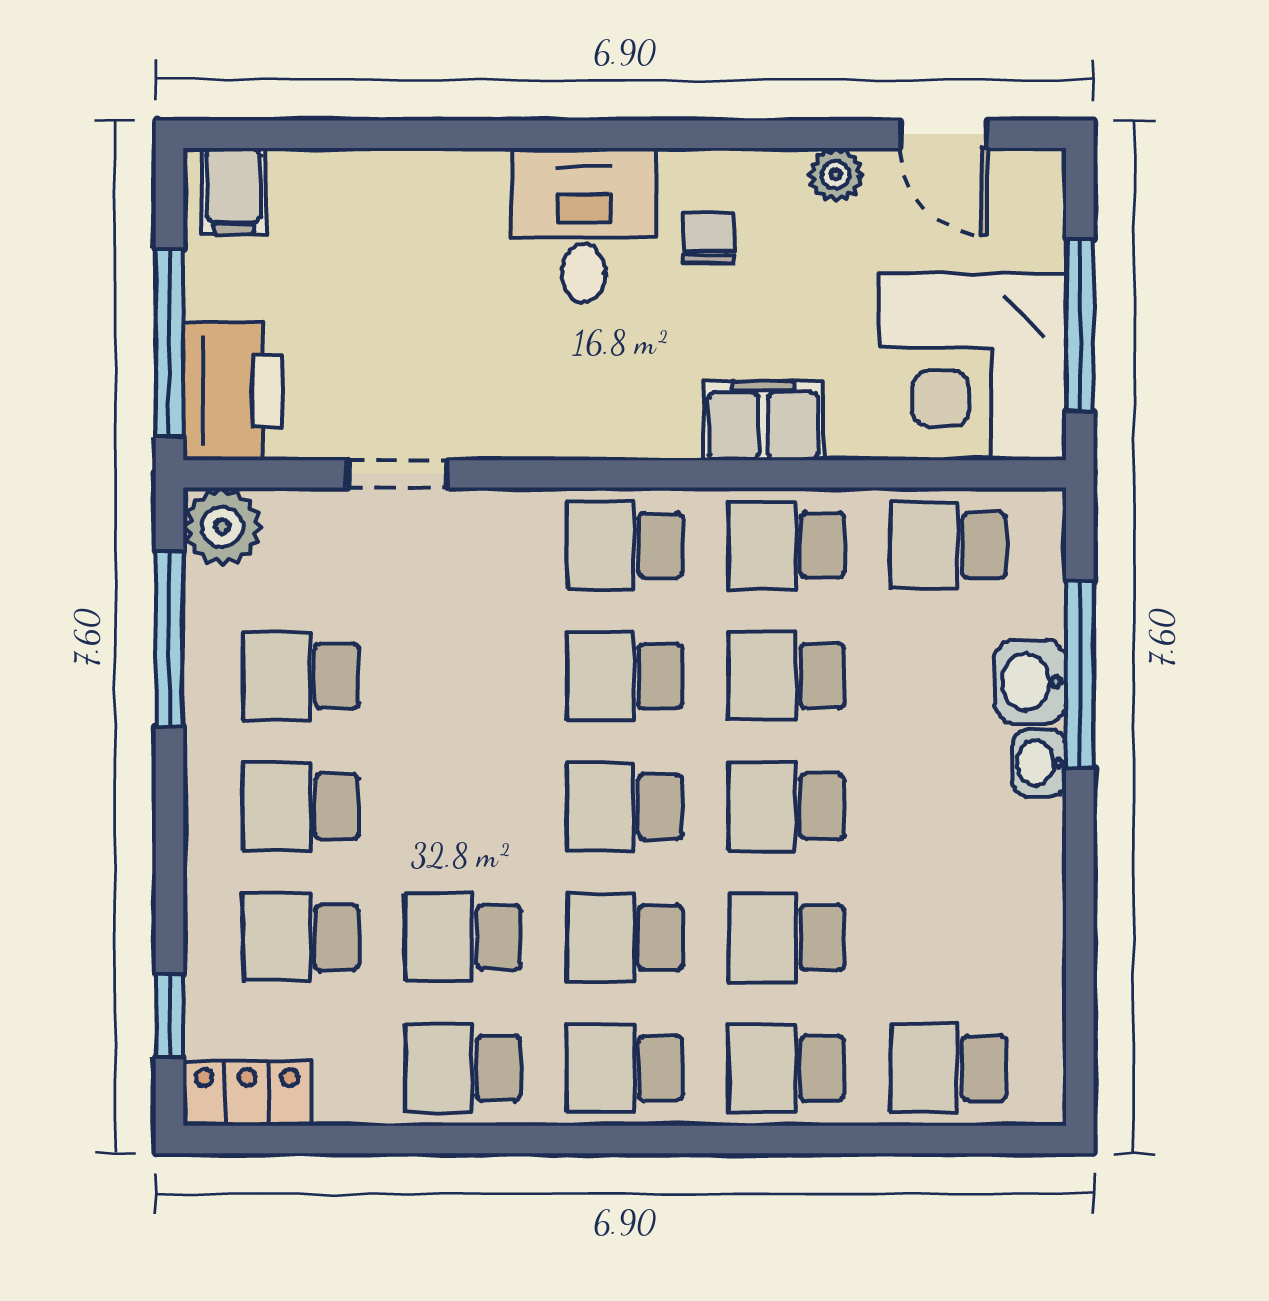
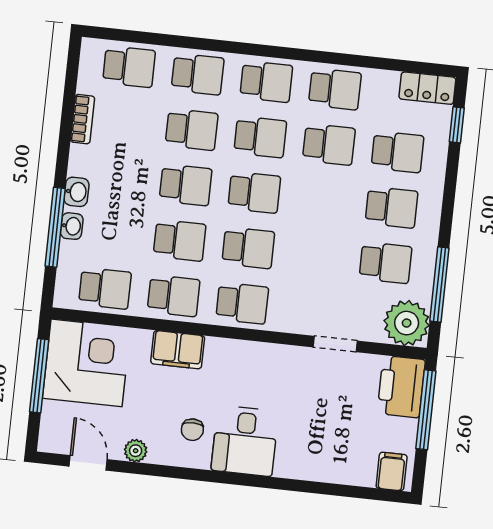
plant: (222, 527) -> (407, 323), width x1.36, depth x1.36
washbasin: (1031, 682) -> (72, 226), width x0.72, depth x0.69
bookcase: (1043, 934) -> (83, 119), added

